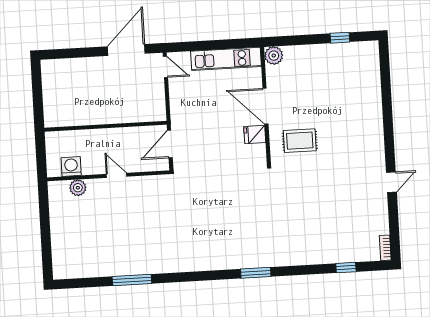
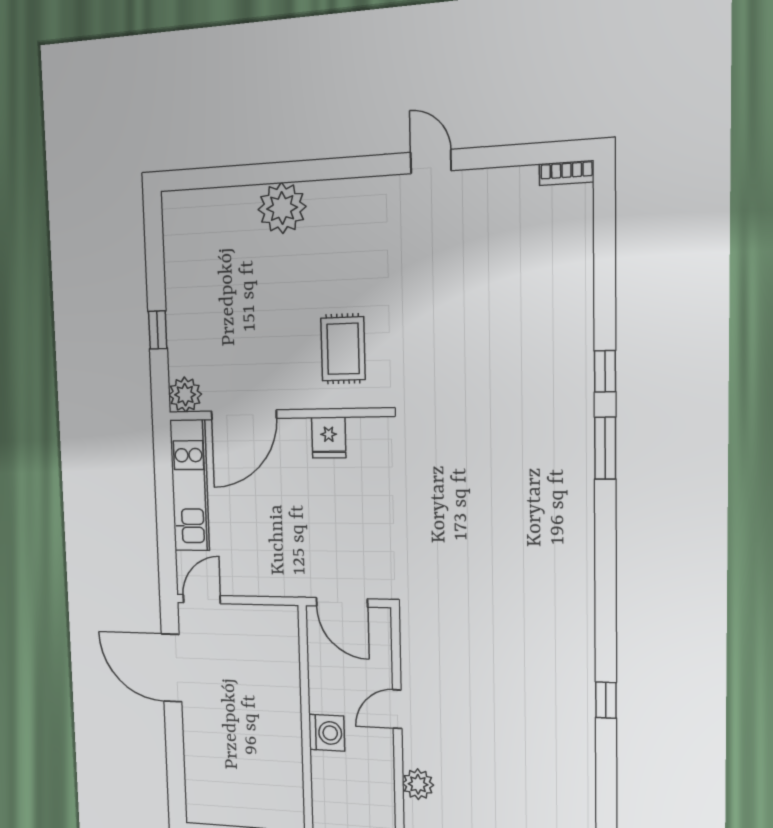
window: (340, 38) -> (158, 330), moved
door: (265, 106) -> (244, 415), moved
plant: (369, 107) -> (282, 208), added
washing machine: (71, 166) -> (327, 733), moved, turned 180
window: (346, 268) -> (605, 371), moved
window: (132, 280) -> (606, 700), width x0.46

